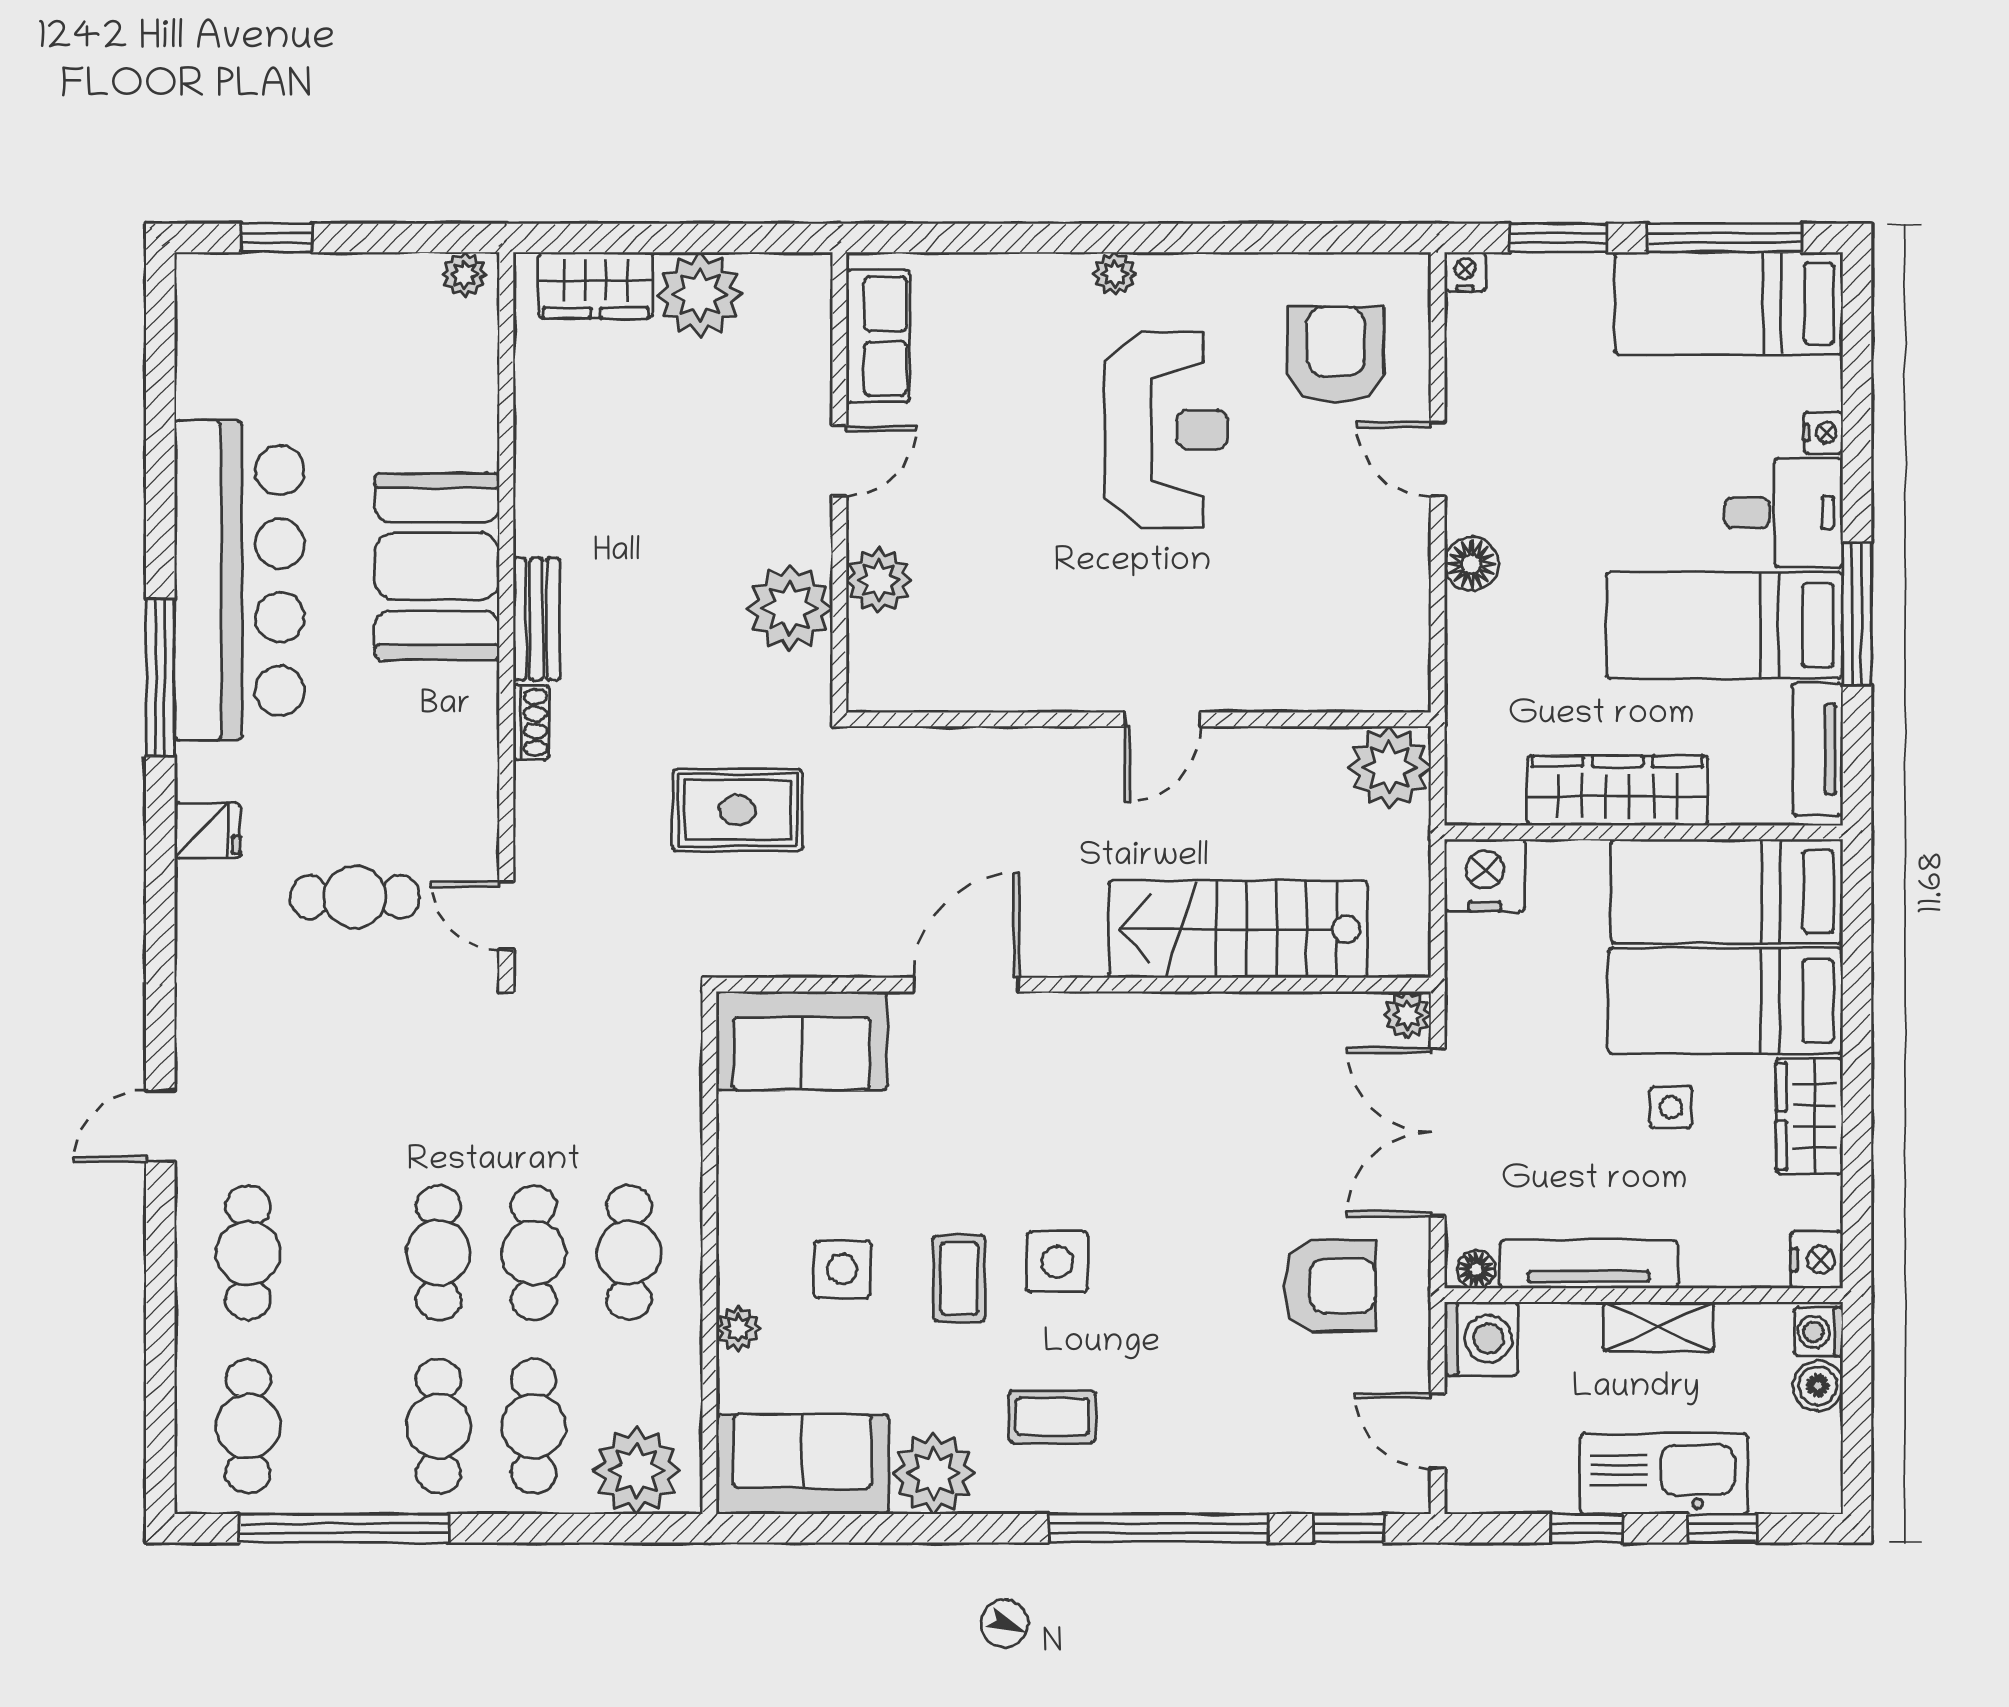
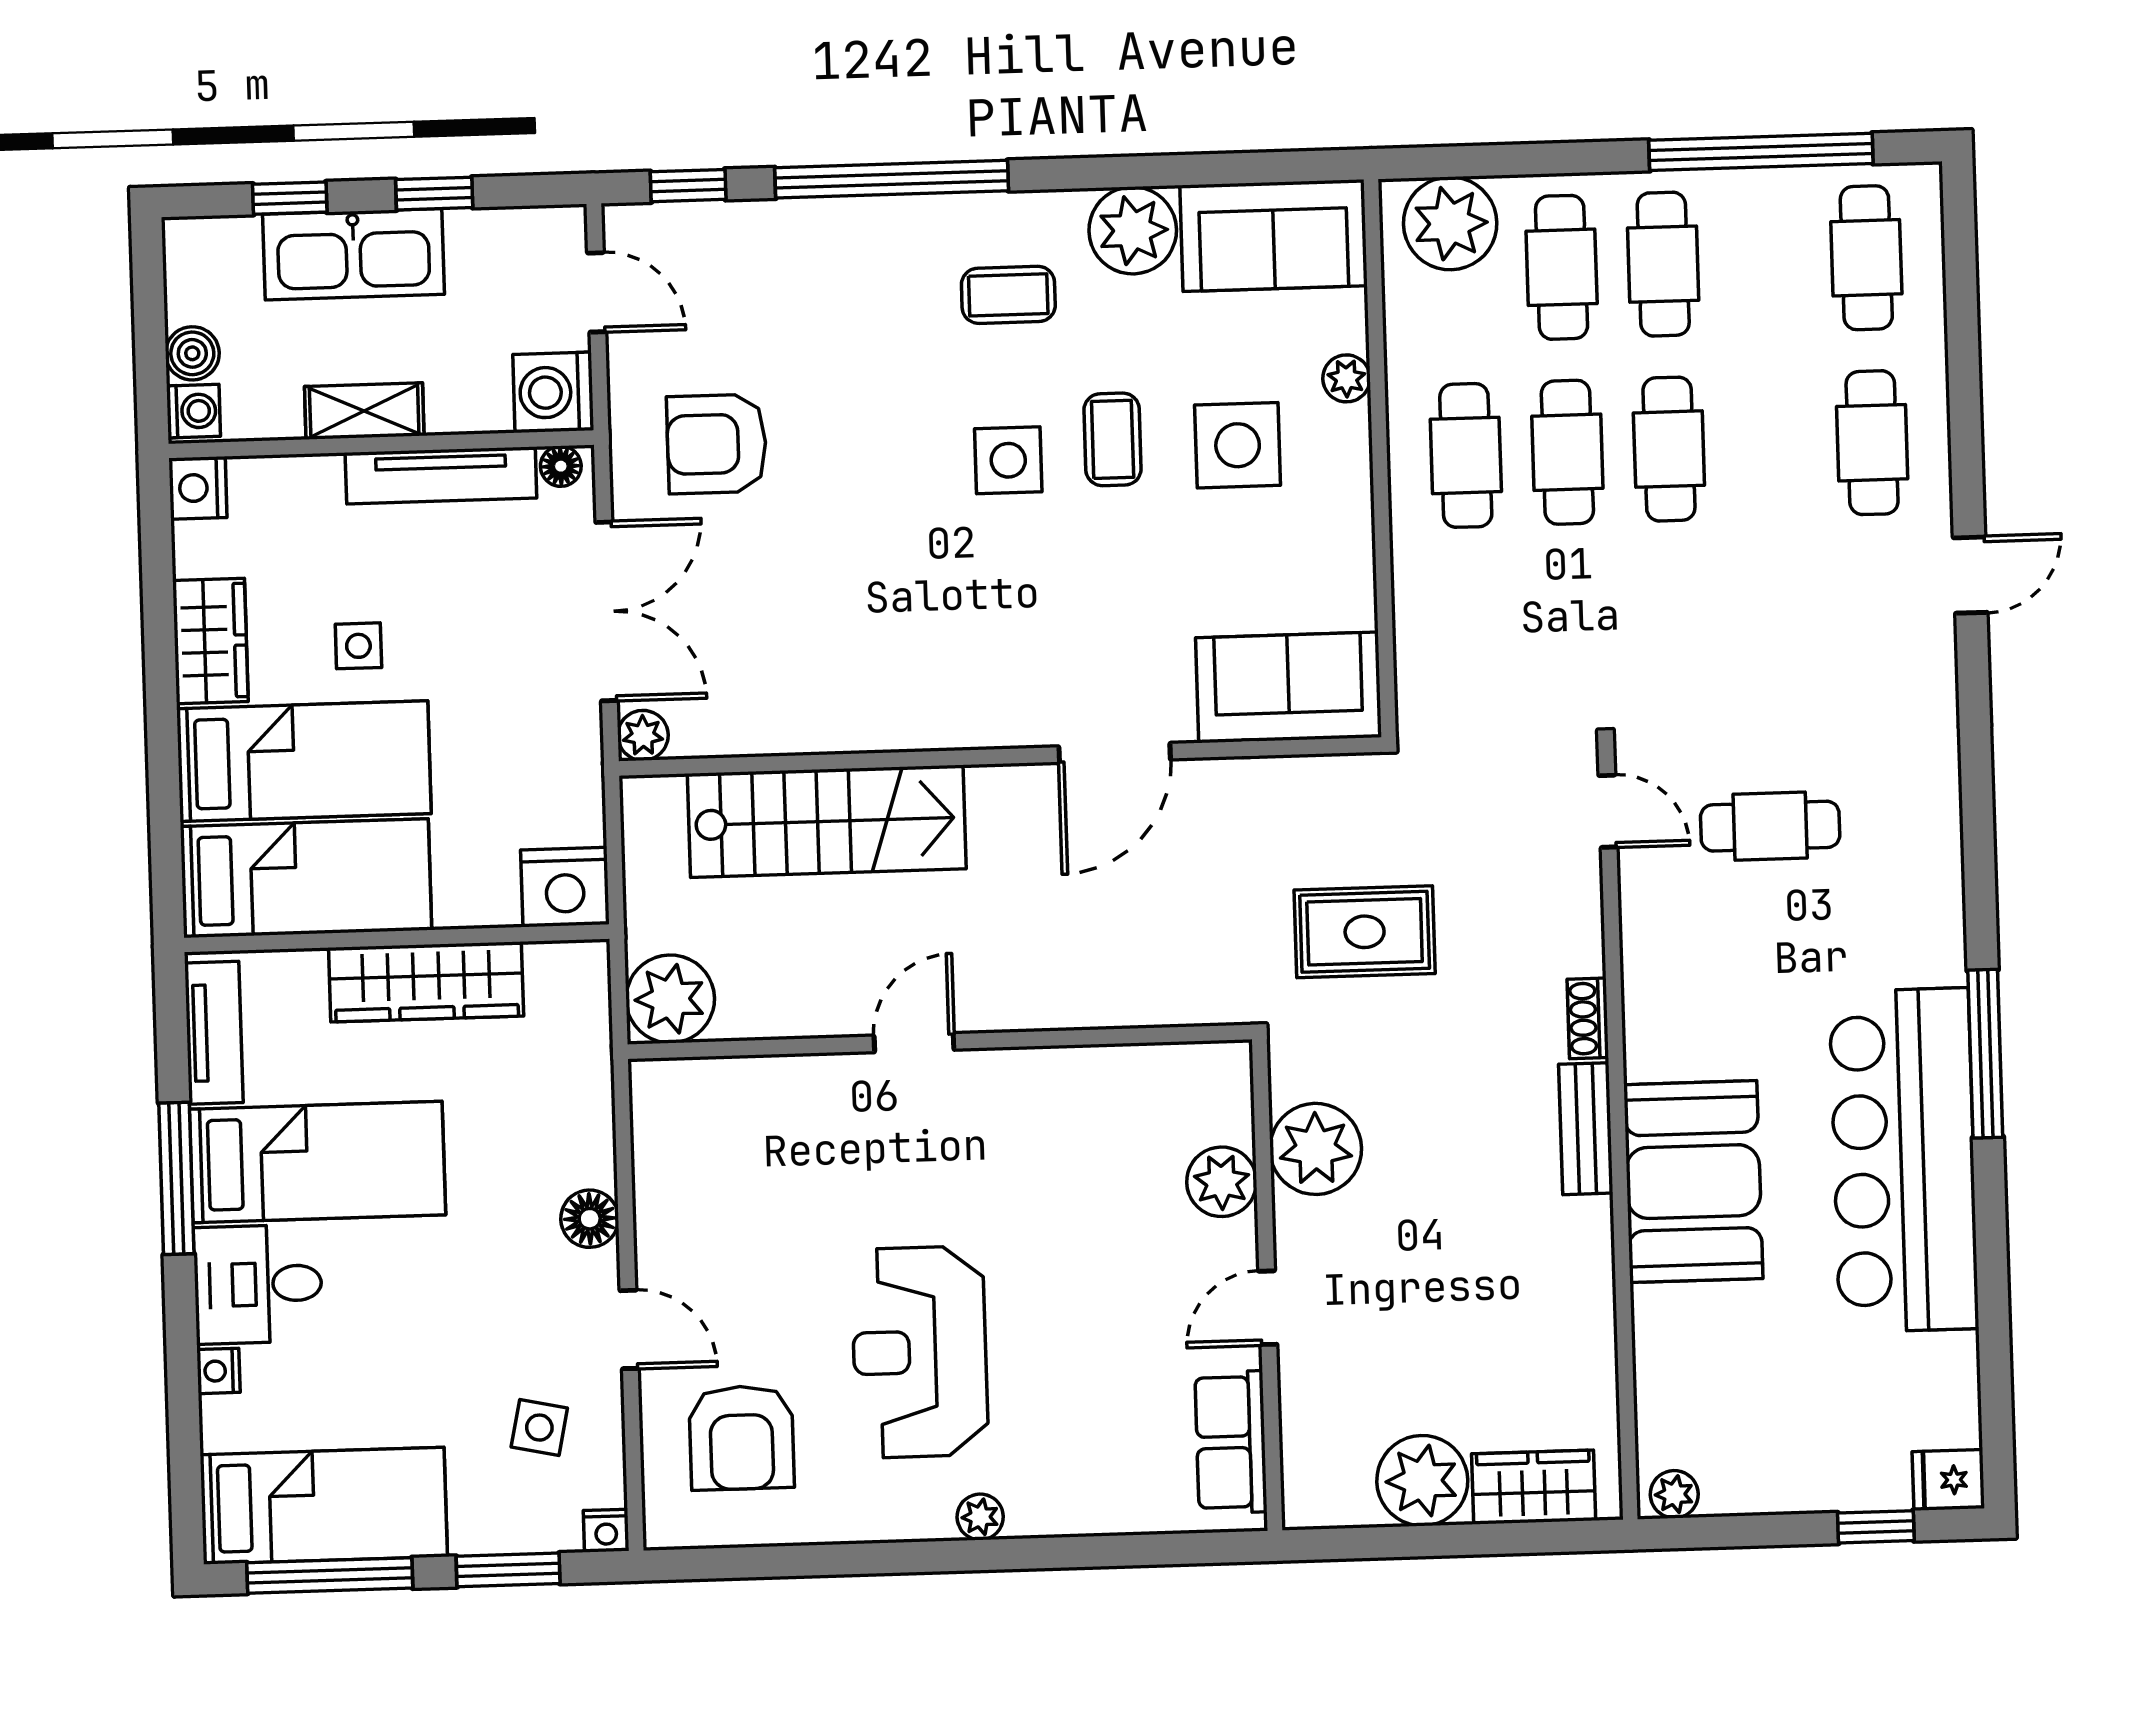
side table: (1525, 370) -> (539, 1428), added
fridge: (207, 830) -> (1948, 1480), moved
side table: (842, 1269) -> (1238, 445), width x1.37, depth x1.37

